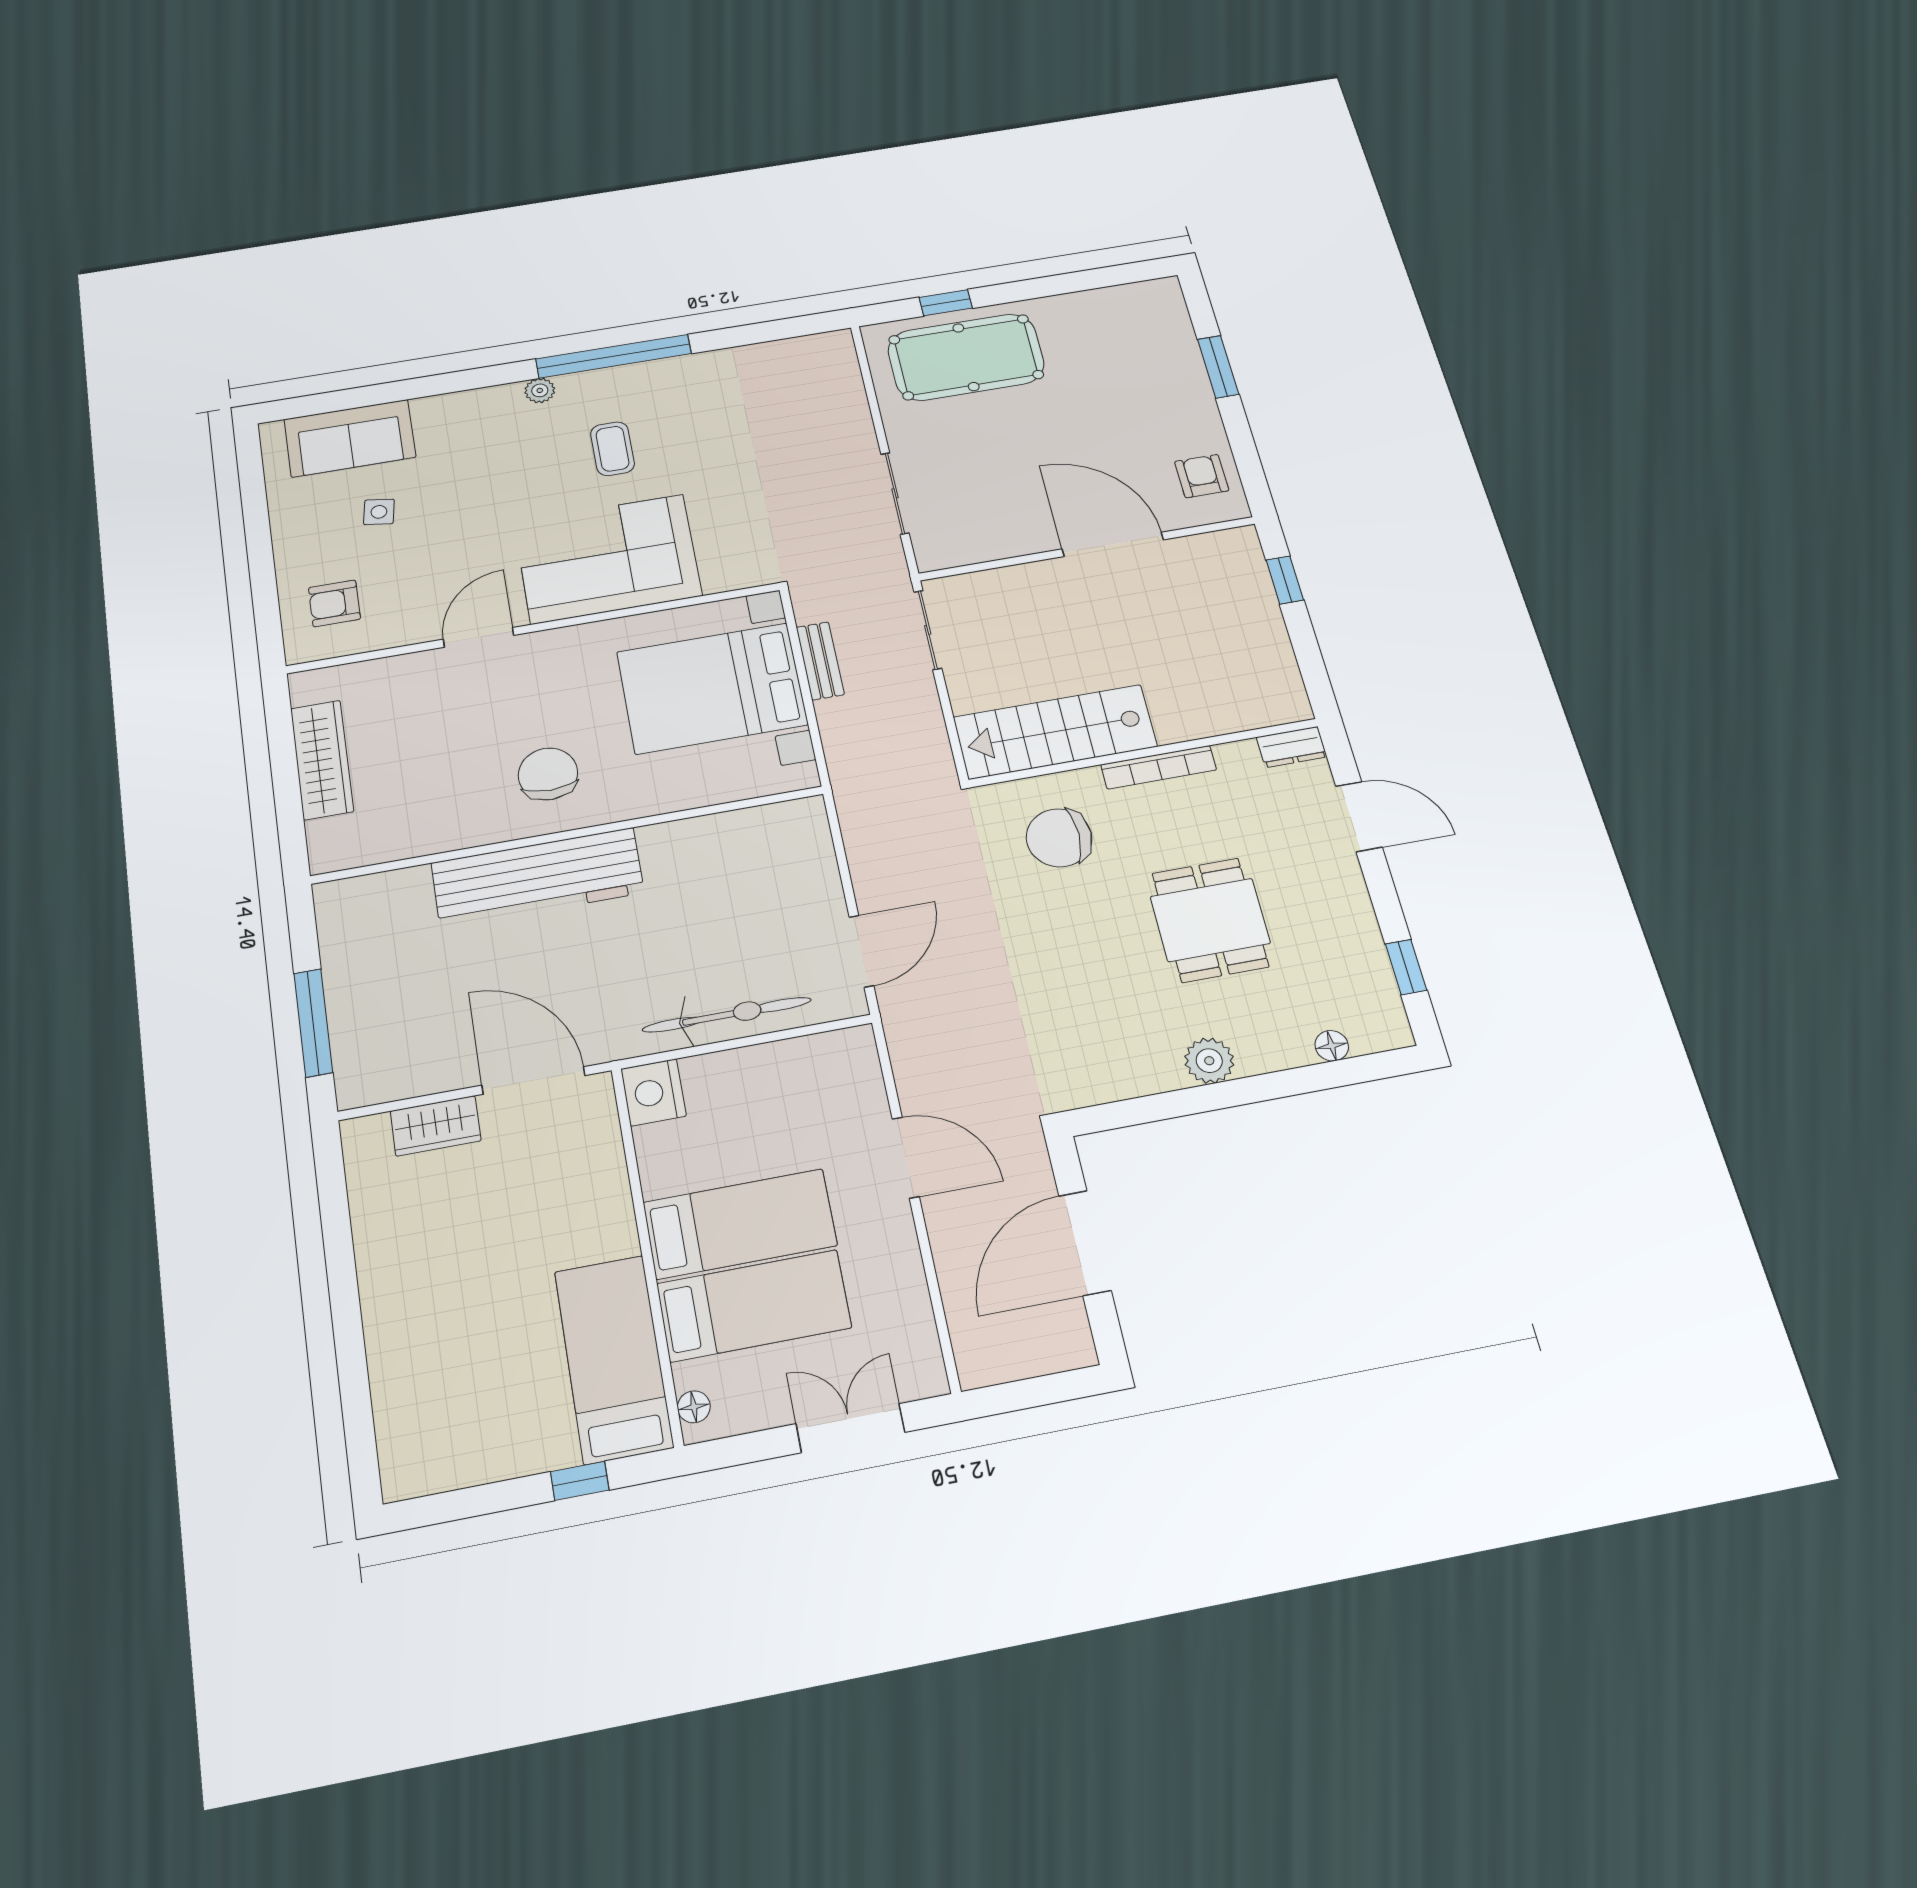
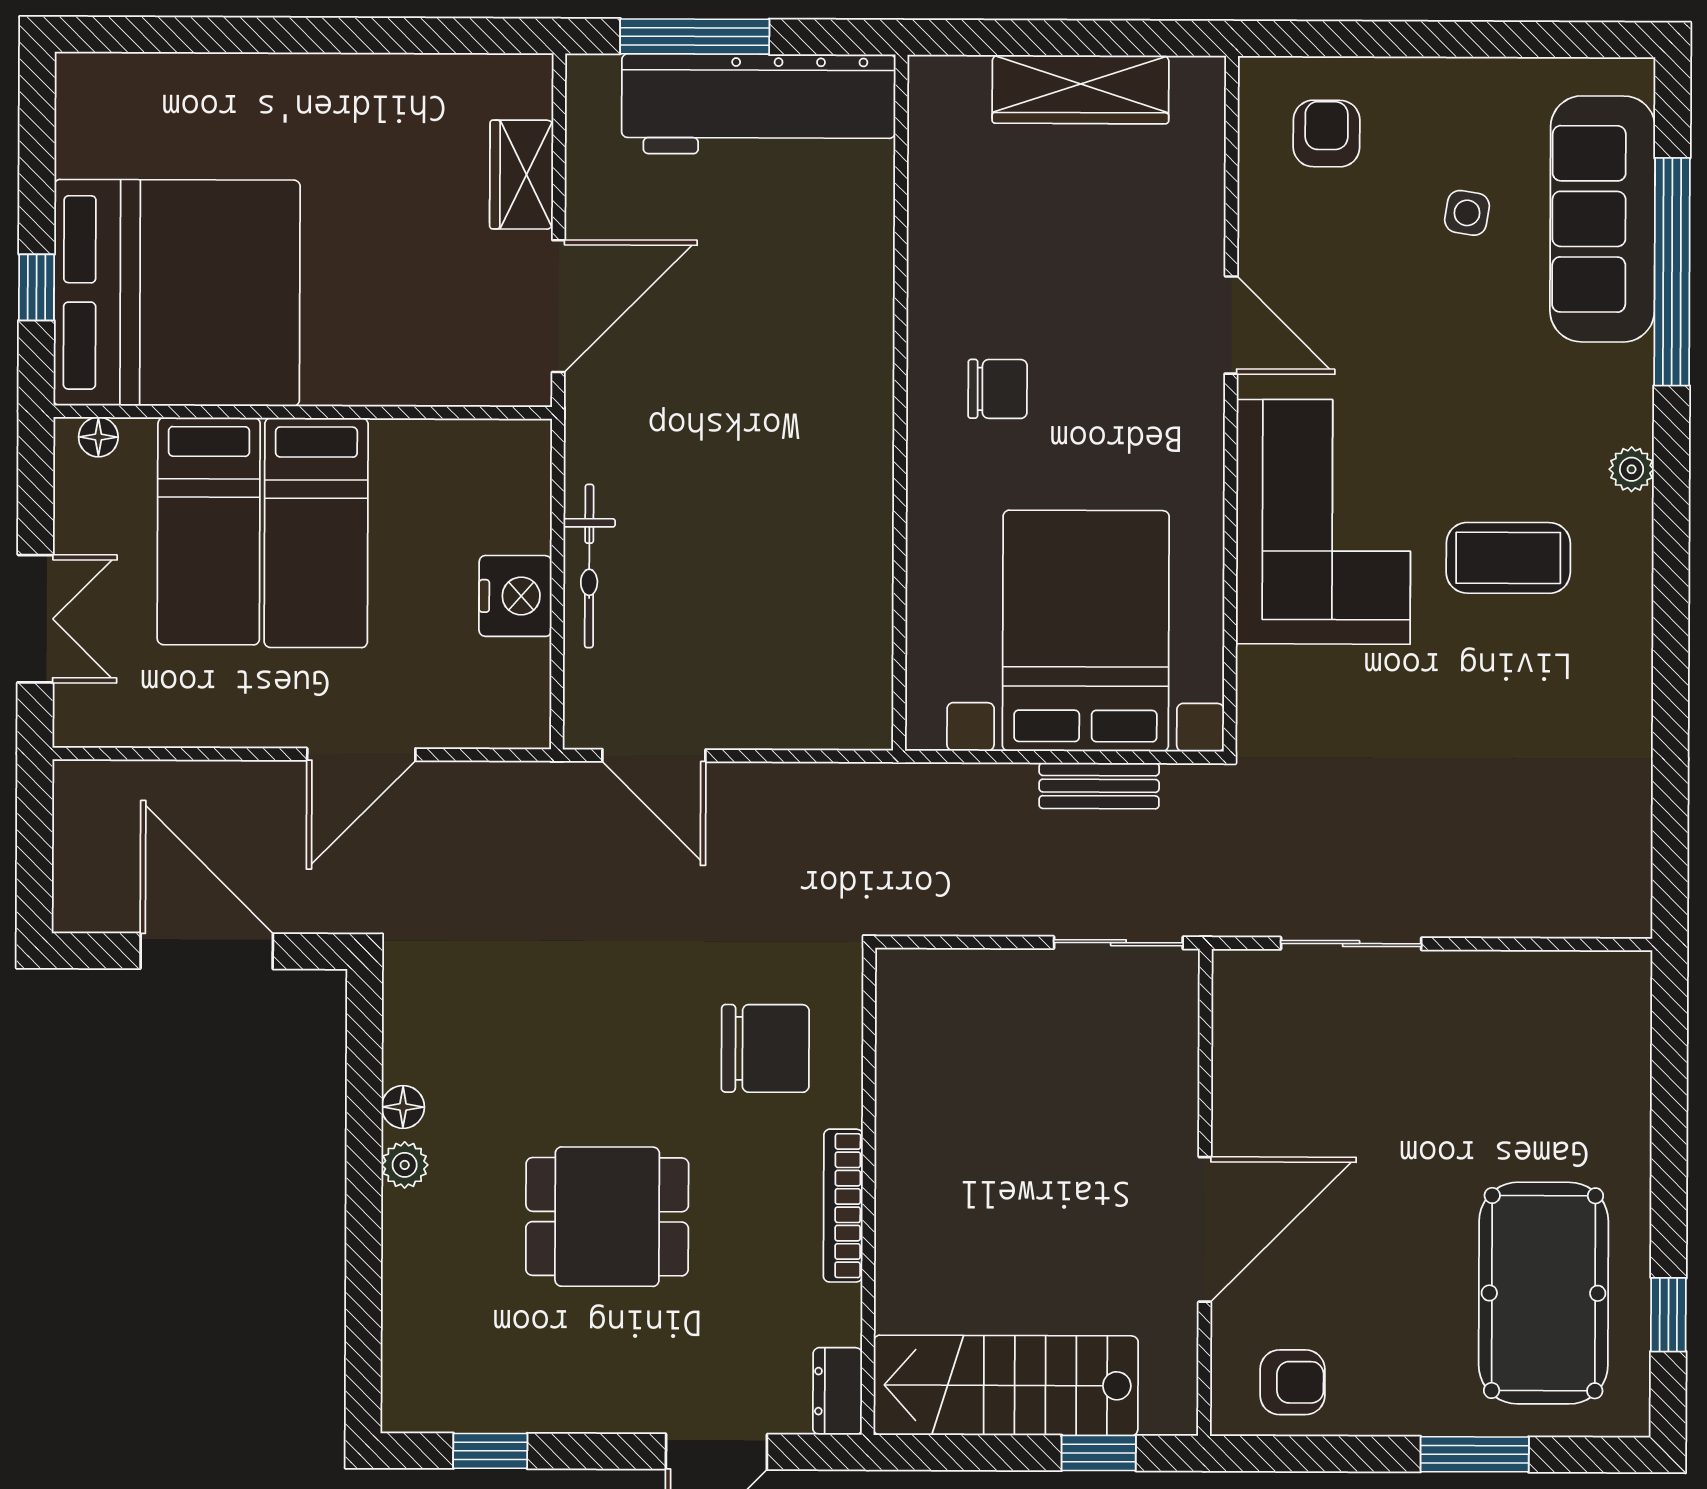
window: (946, 303) -> (1668, 1315), moved
window: (614, 356) -> (1672, 272), moved
pool table: (966, 357) -> (1543, 1293), moved
sofa: (350, 438) -> (1603, 219), width x1.36
coffee table: (613, 449) -> (1508, 558), width x1.36, depth x1.30
stairs: (1055, 732) -> (1006, 1385), moved, turned -90
chair: (548, 774) -> (998, 389), width x0.73, depth x0.73
chair: (1059, 838) -> (765, 1048), turned 90
workbench: (538, 878) -> (759, 104), moved, turned -90
bicycle: (727, 1015) -> (589, 566), width x0.73, depth x0.71
floor lamp: (1332, 1046) -> (403, 1107), moved
plant: (1209, 1061) -> (405, 1165), width x0.73, depth x0.73
nightstand: (653, 1092) -> (515, 596), moved, turned 90
bed: (614, 1359) -> (177, 293), width x2.04

